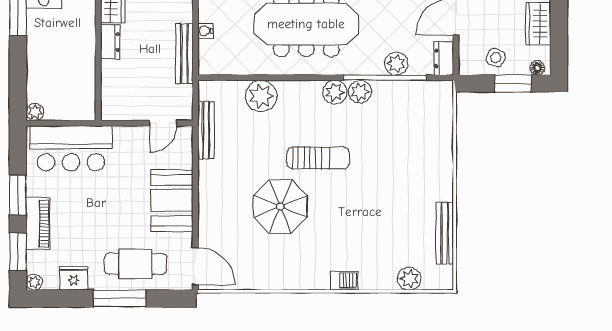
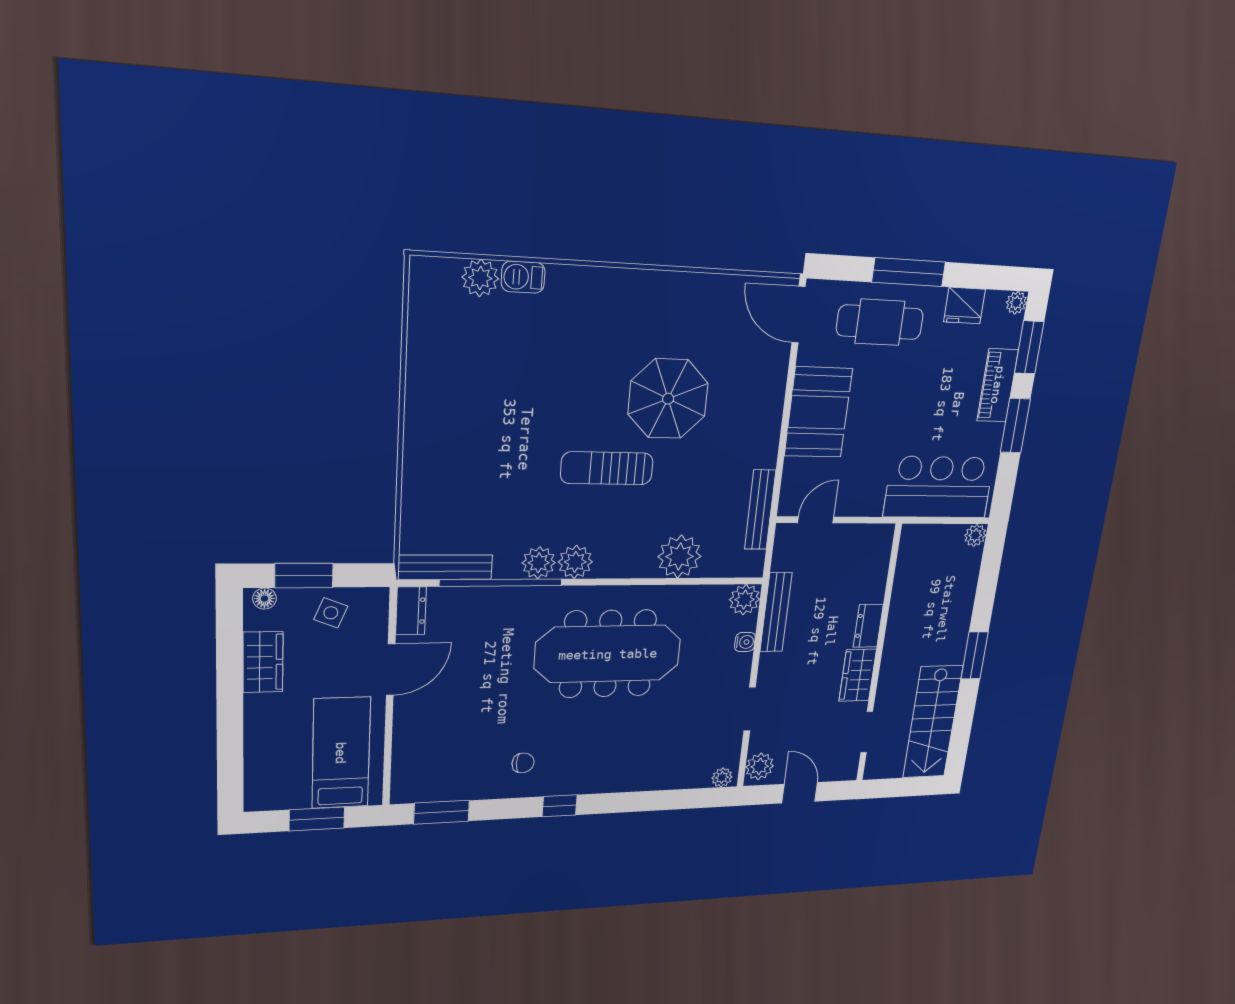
plant: (396, 64) -> (745, 600), moved
bench: (445, 233) -> (445, 567), moved, turned 90
barbecue: (344, 281) -> (523, 277), moved

